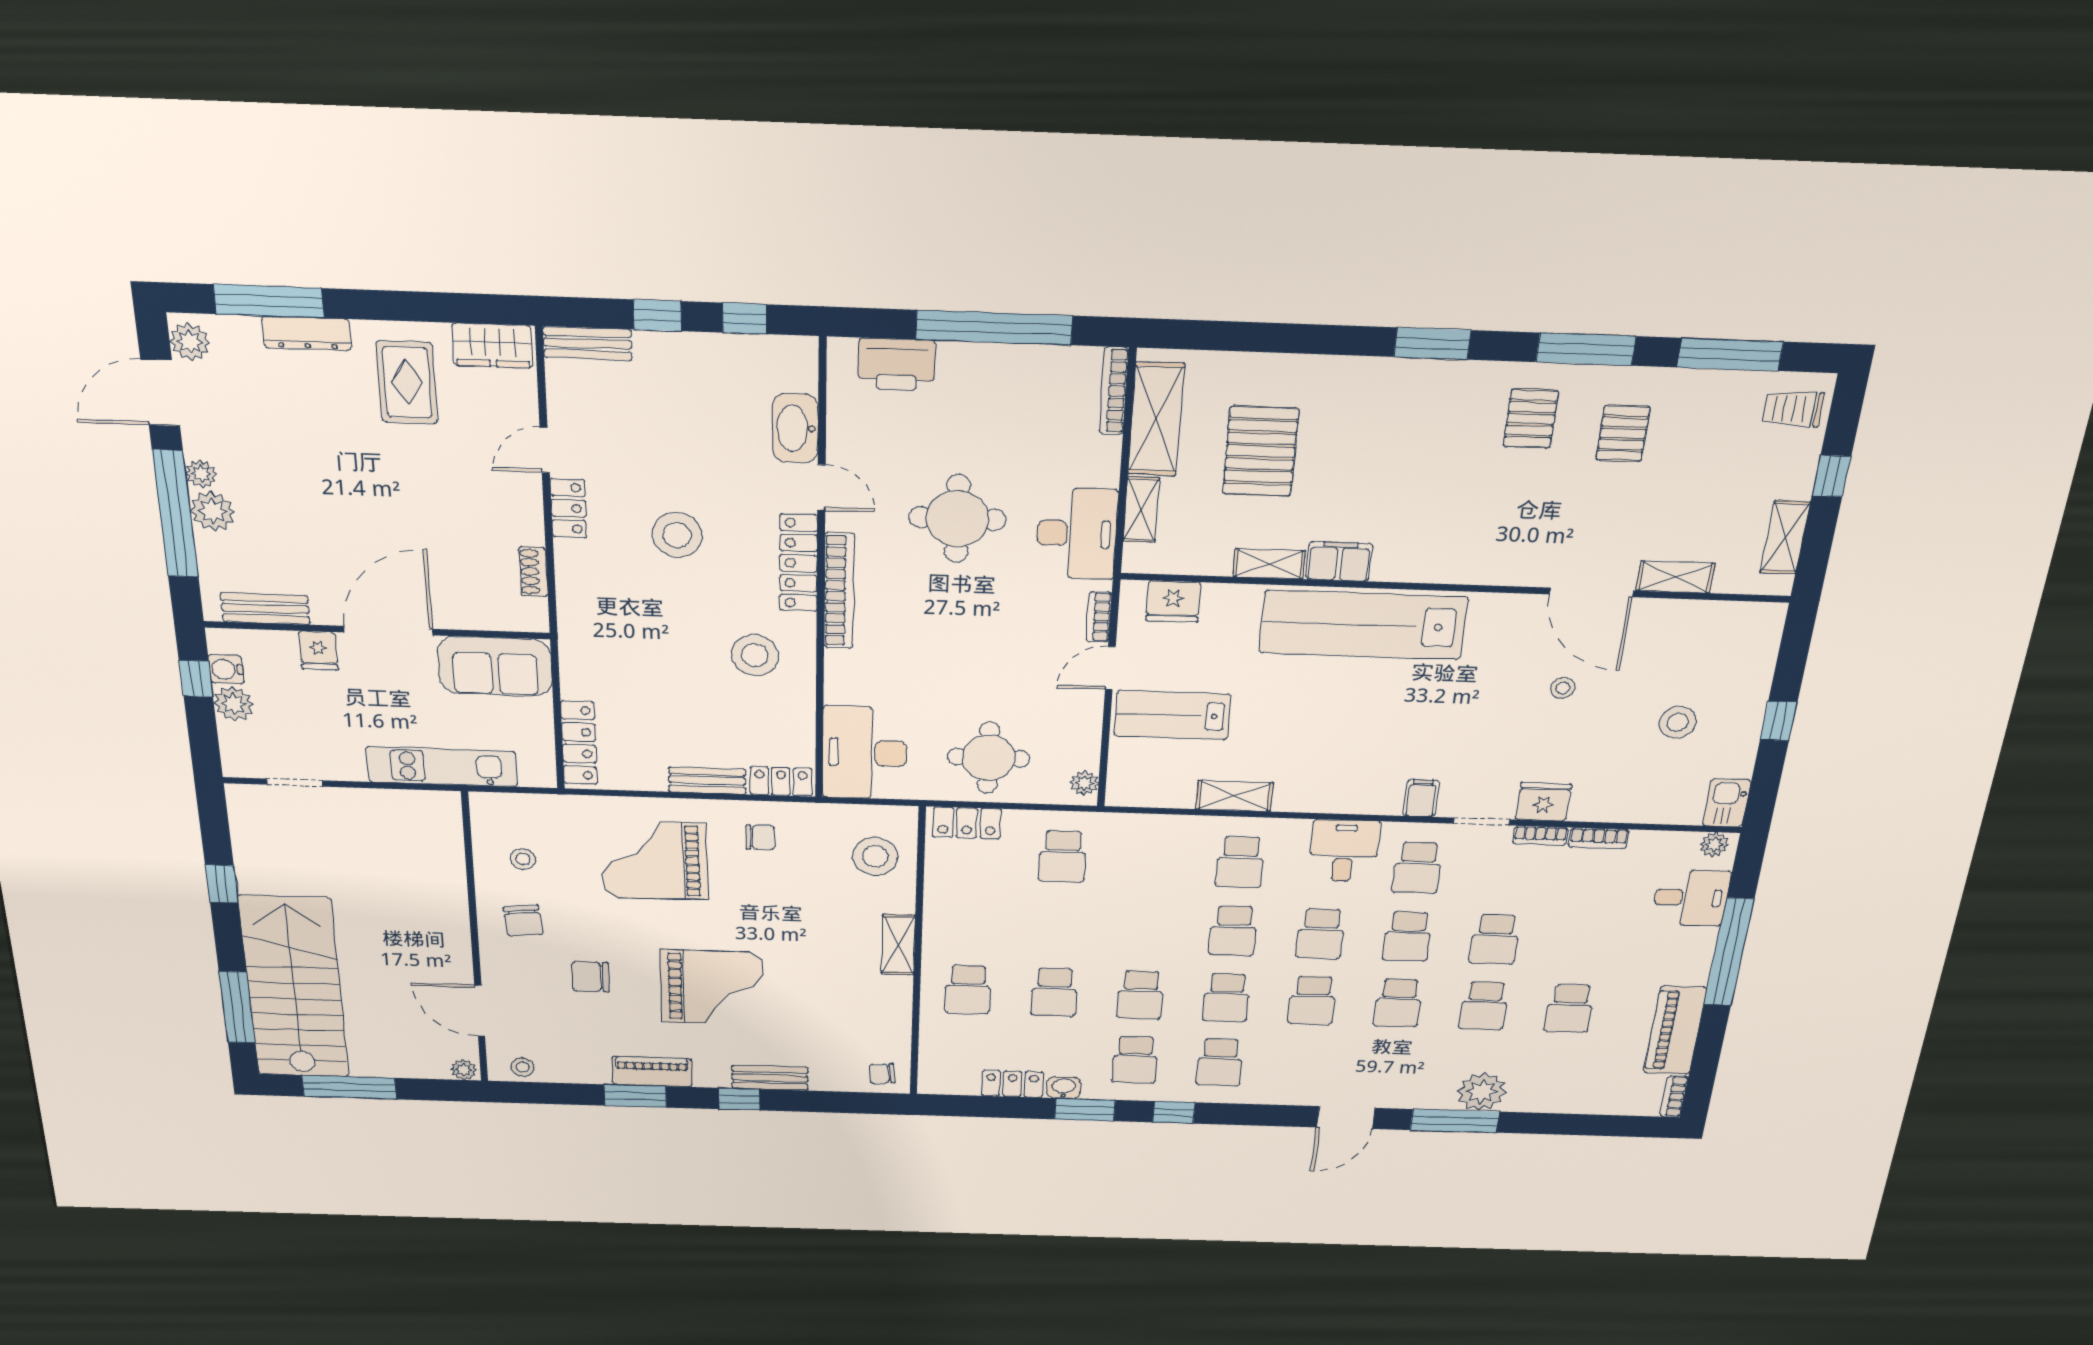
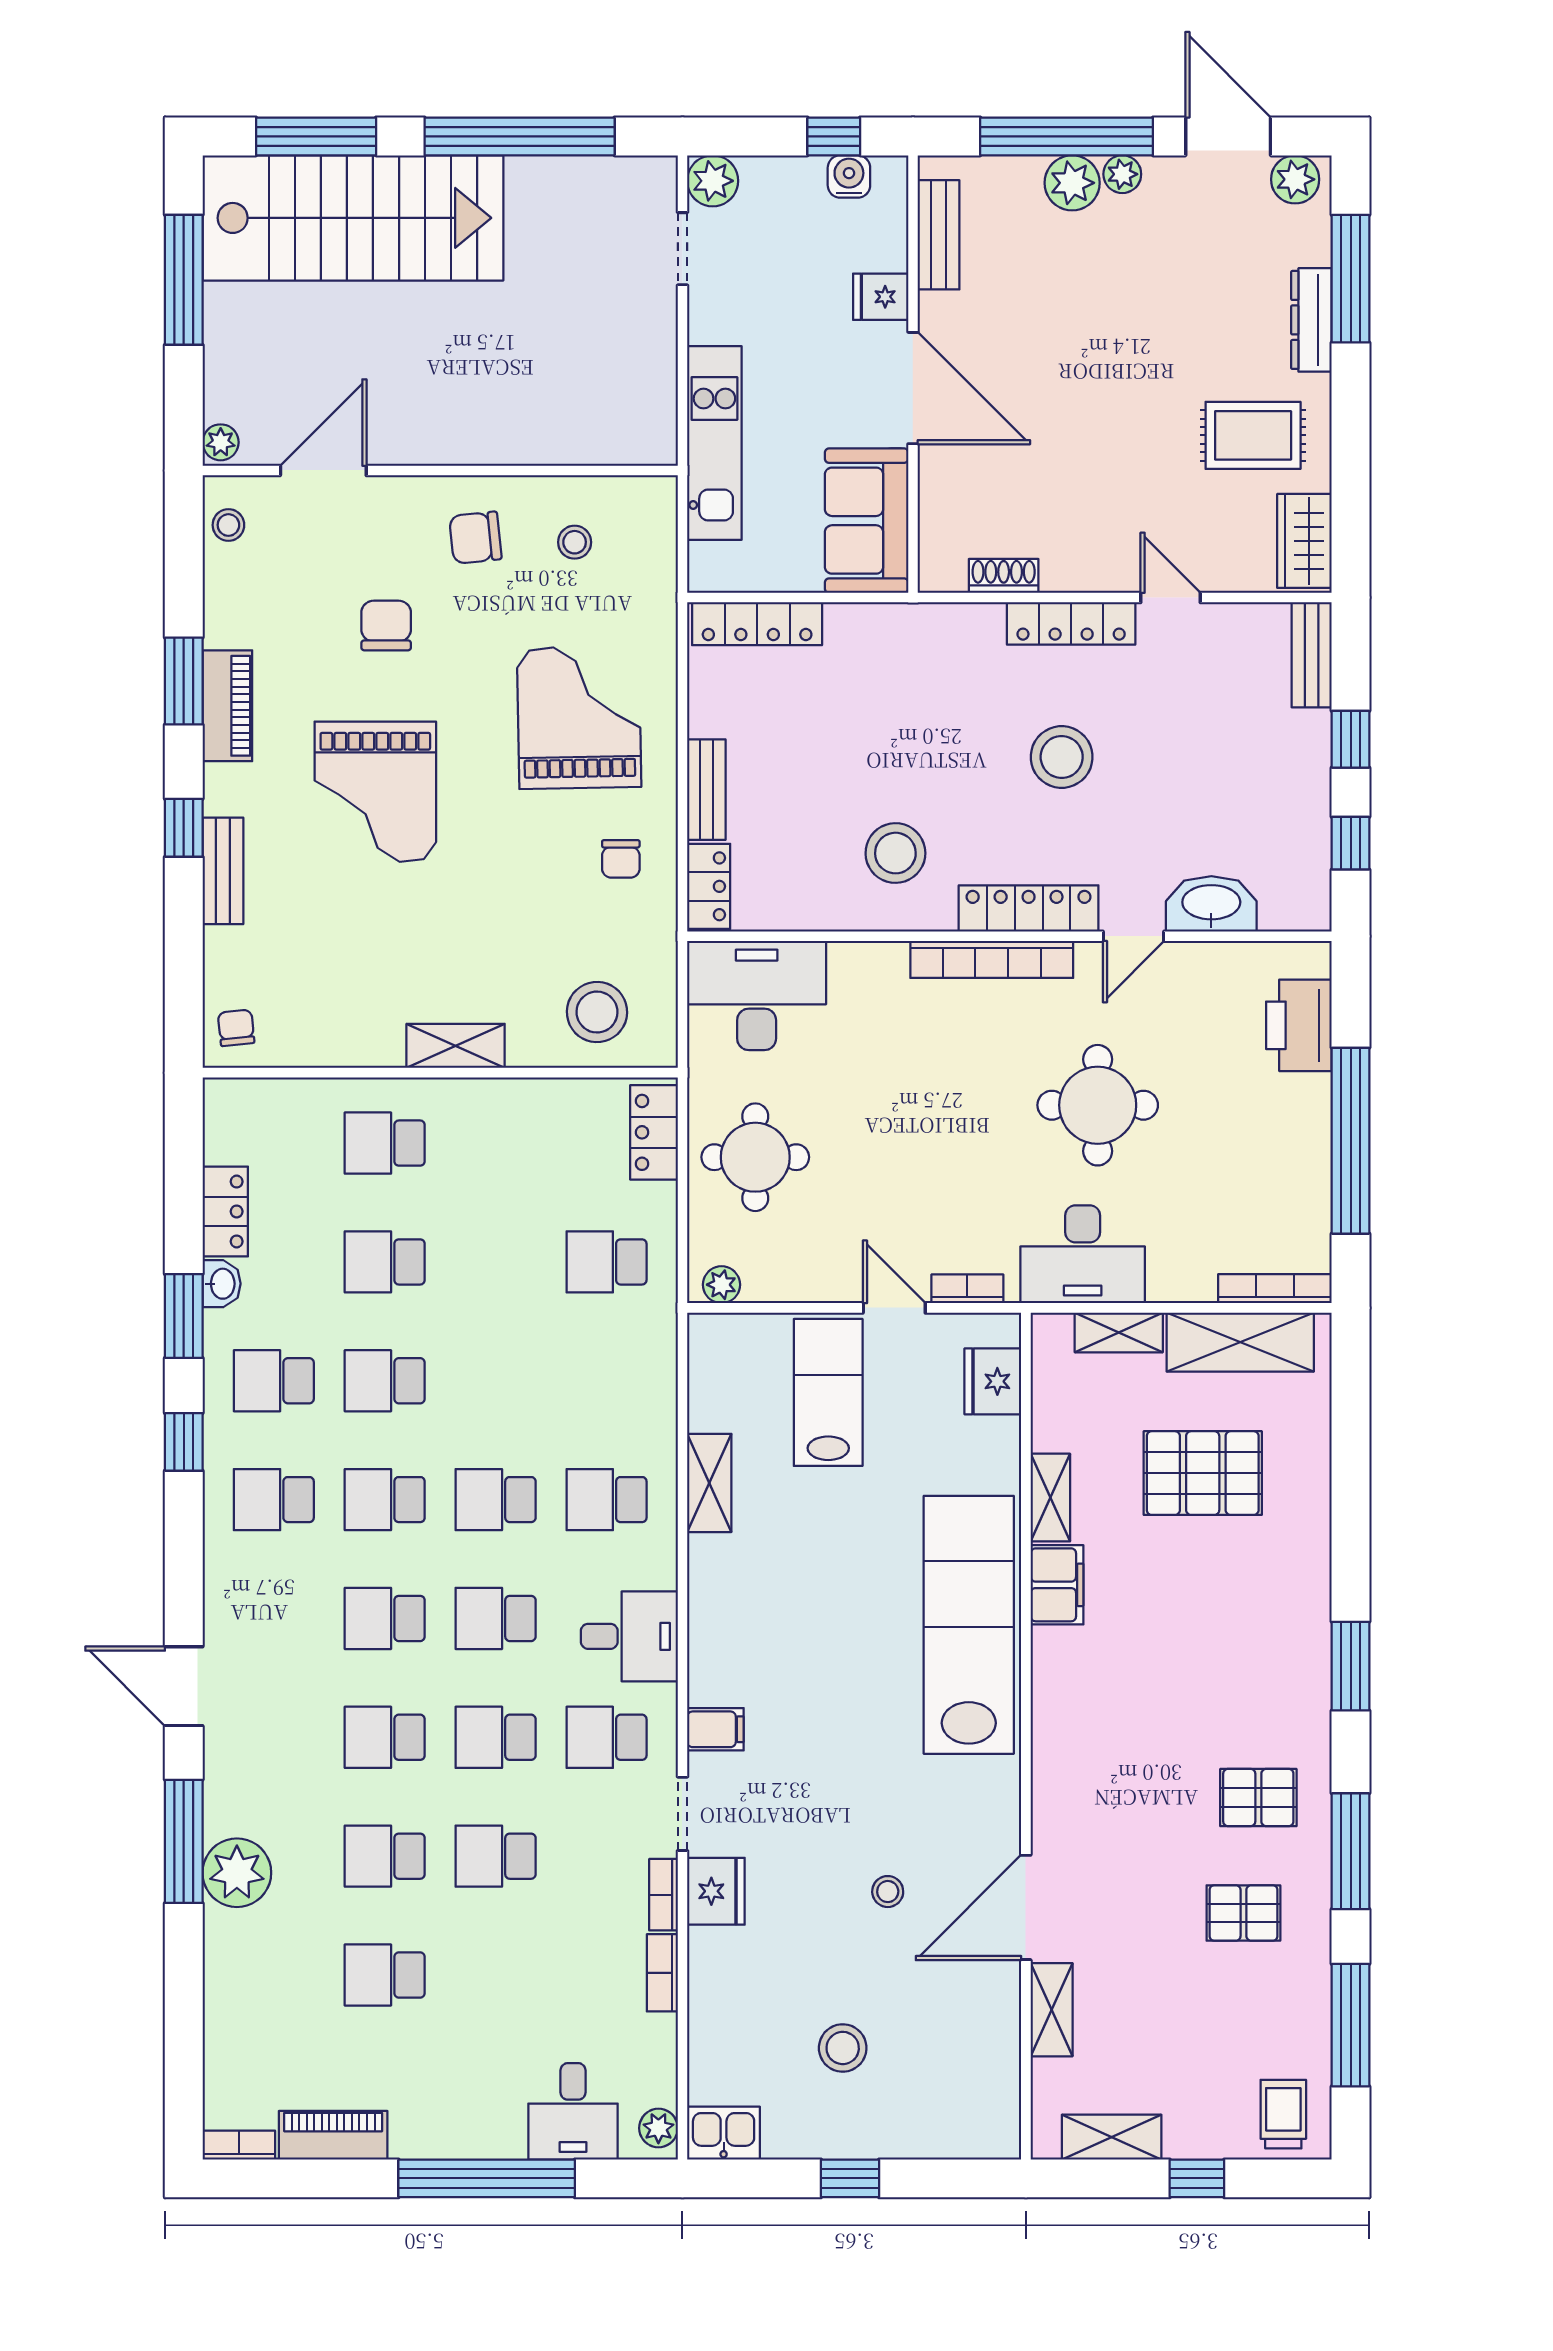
locker: (568, 508) -> (1071, 623), width x1.53
plant: (234, 704) -> (713, 181), moved
window: (222, 884) -> (520, 136), width x3.17
piano: (1675, 1030) -> (333, 2135), width x0.73, depth x0.75

